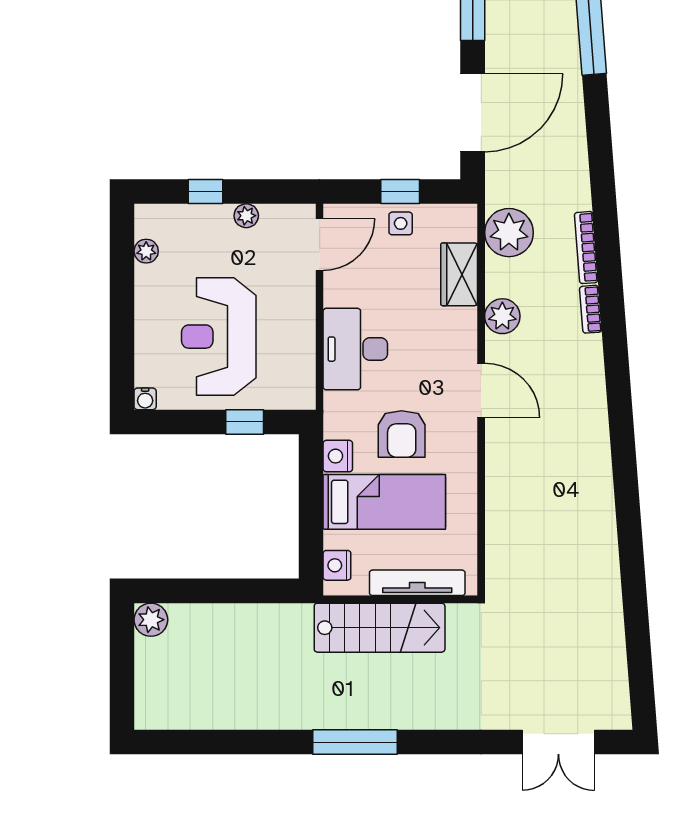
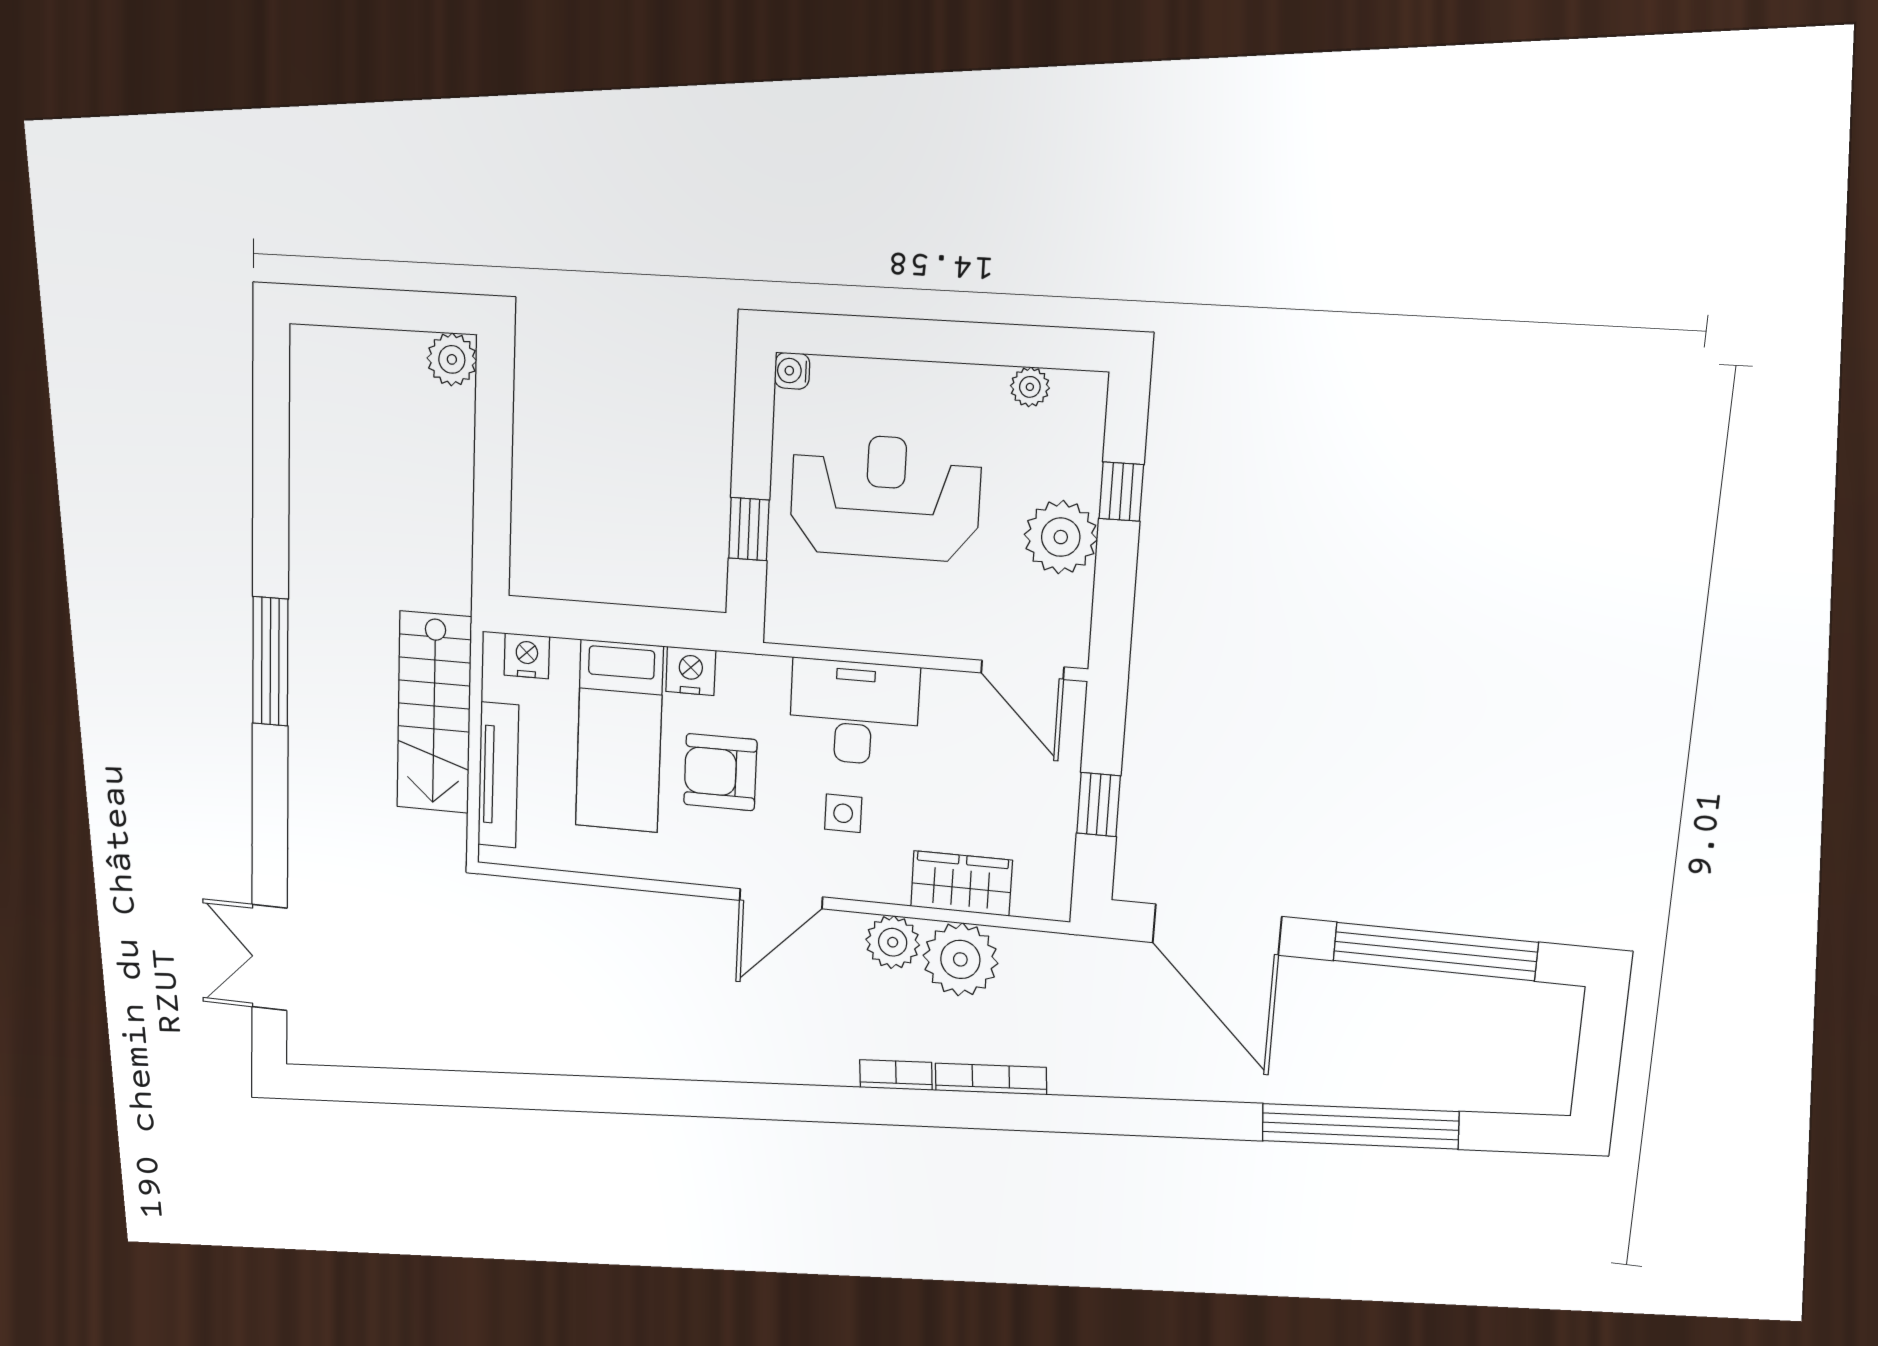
plant: (246, 216) -> (1061, 537), width x1.88, depth x1.88
side table: (401, 223) -> (843, 813), moved
plant: (509, 233) -> (960, 959), moved

